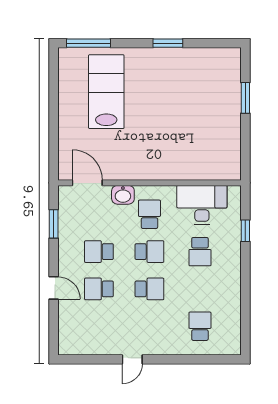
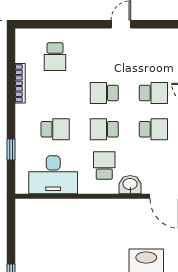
school desk: (149, 214) -> (104, 166), turned 180
school desk: (200, 252) -> (55, 129), turned 90
bookcase: (236, 299) -> (20, 83), added

